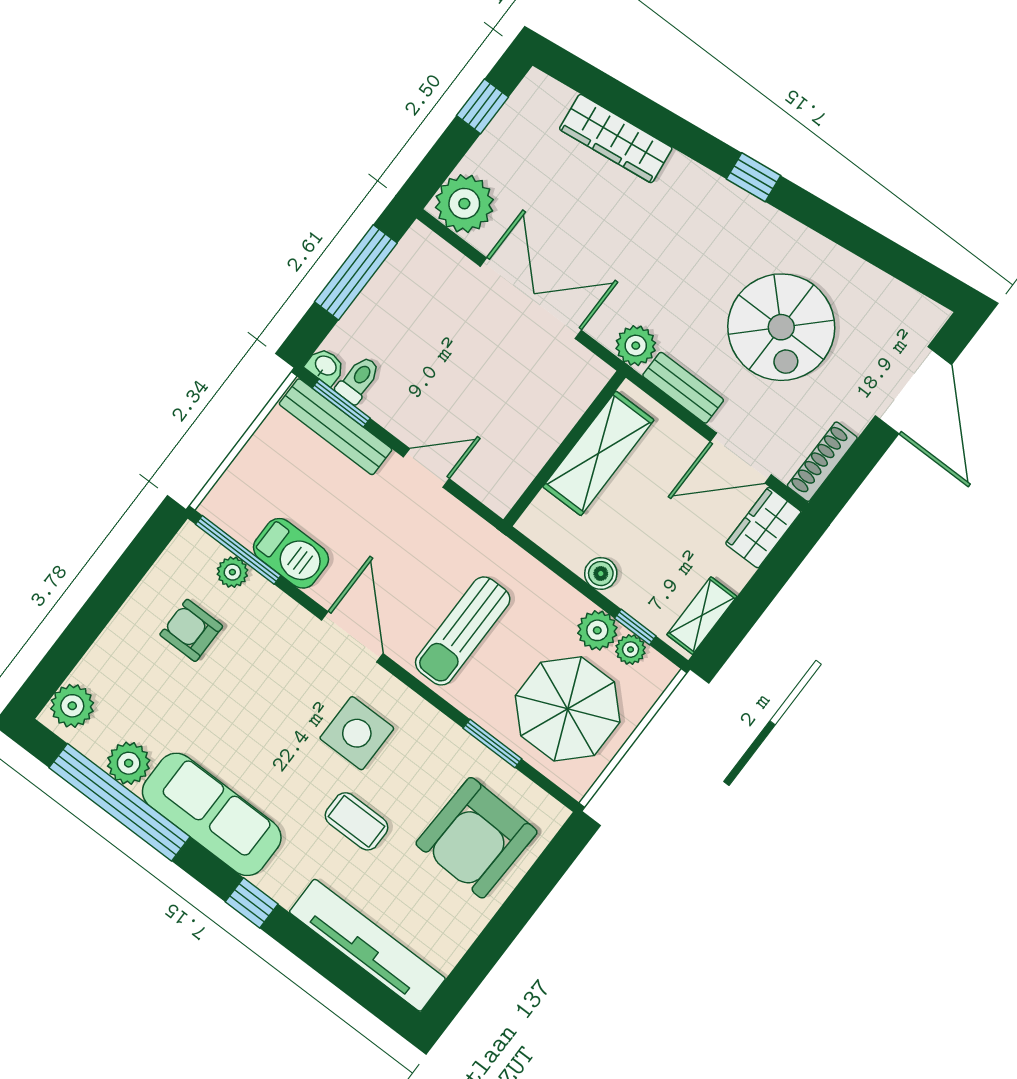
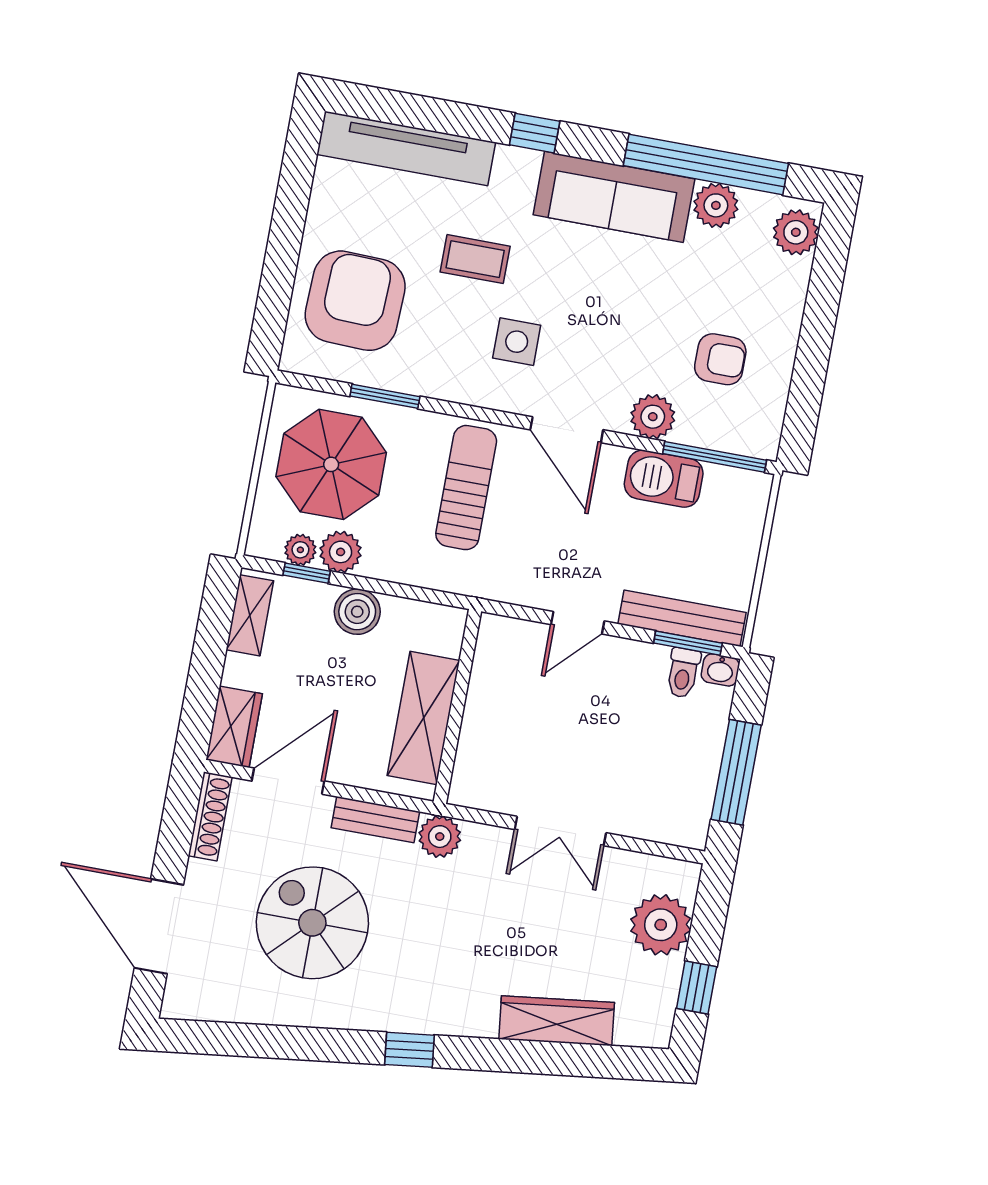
plant: (464, 204) -> (661, 925), moved
double door: (531, 298) -> (560, 831), width x0.73
plant: (232, 572) -> (653, 417), moved, width x1.38, depth x1.38
boiler: (601, 574) -> (357, 612), width x1.36, depth x1.36
side table: (357, 733) -> (517, 342), width x0.73, depth x0.73

